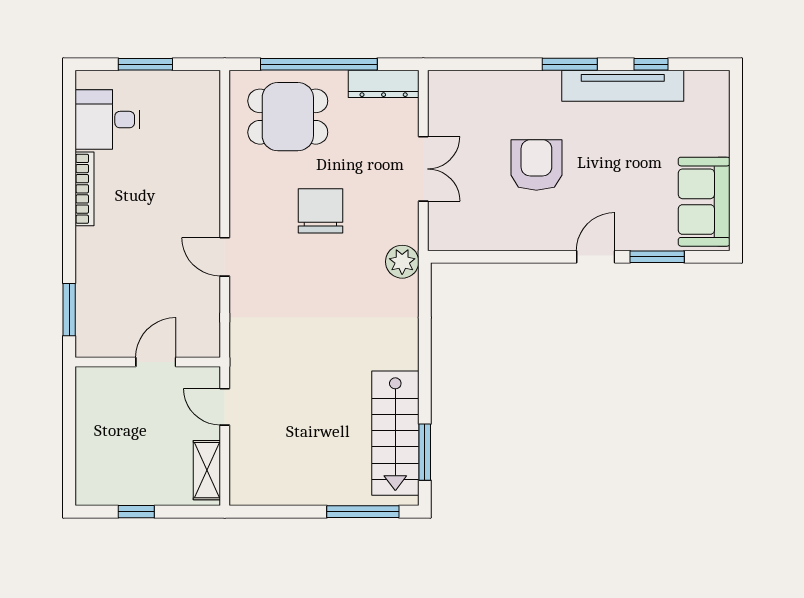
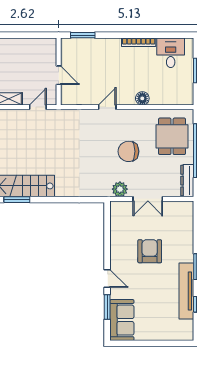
armchair: (536, 165) -> (150, 251), turned -90
floor lamp: (206, 181) -> (142, 98), added
sofa: (704, 202) -> (122, 320), moved, turned 90
chair: (320, 211) -> (128, 151), turned 180
plant: (402, 262) -> (120, 189), moved

